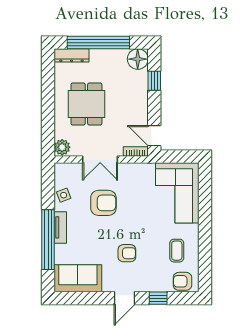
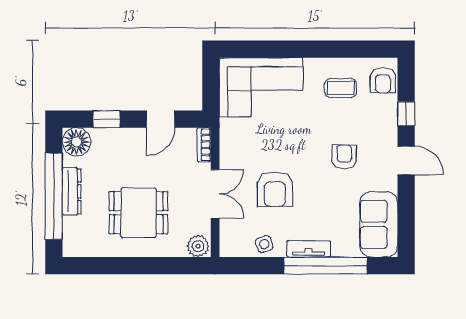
dresser: (71, 55) -> (72, 191), moved
door: (154, 136) -> (160, 119), moved
armchair: (103, 203) -> (275, 189), turned 180

